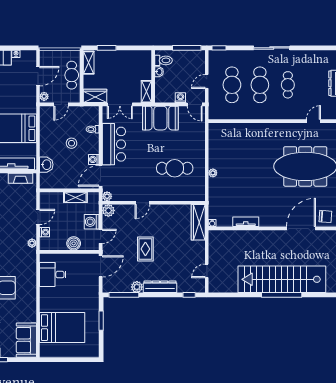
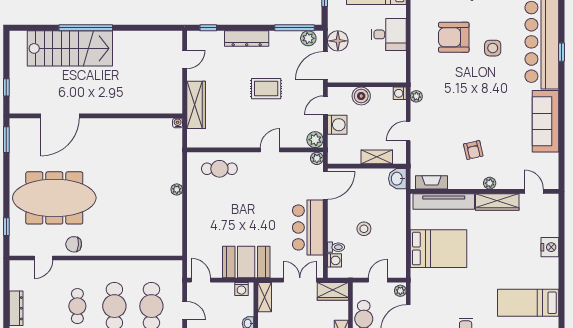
door: (207, 81) -> (185, 311), hinge flipped
washing machine: (180, 98) -> (241, 289), moved
washing machine: (94, 159) -> (334, 260), moved
washbasin: (46, 165) -> (397, 179), moved
cafe table: (175, 168) -> (219, 169), moved, width x0.73, depth x0.74
shelving: (75, 197) -> (377, 157), moved
chair: (325, 216) -> (74, 244), moved
wardrobe: (198, 222) -> (196, 105), moved
tv unit: (246, 222) -> (133, 125), removed
washing machine: (45, 232) -> (400, 93), moved
rug: (145, 249) -> (266, 89), turned 90
desk: (53, 275) -> (389, 34), moved
stairs: (282, 279) -> (70, 48), width x0.73
floor lamp: (91, 285) -> (338, 41), added
plant: (137, 287) -> (308, 38), moved

